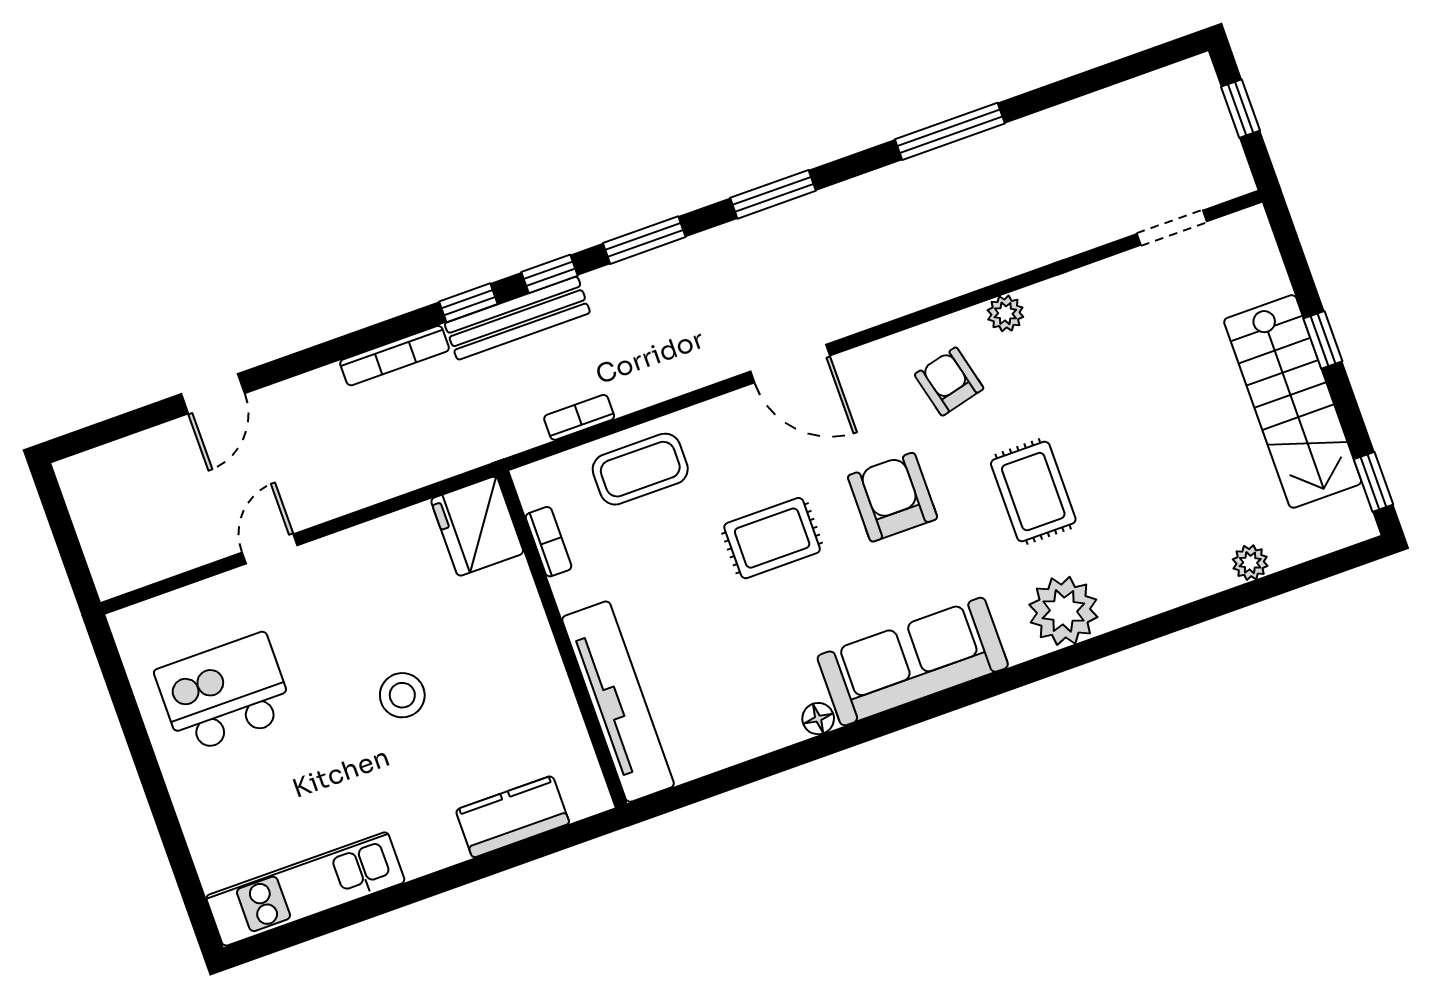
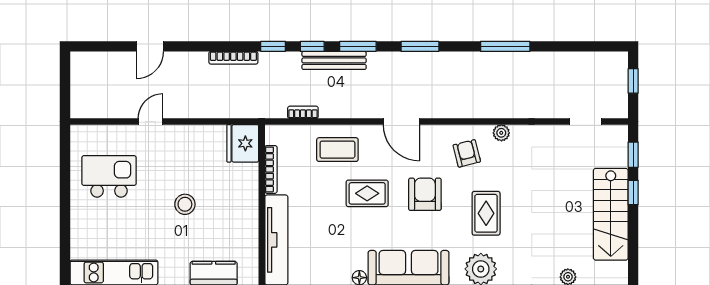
bench: (517, 318) -> (334, 60), moved
coffee table: (640, 469) -> (337, 150), moved
window: (1373, 482) -> (633, 155), moved
bookcase: (549, 542) -> (271, 169), width x1.56

